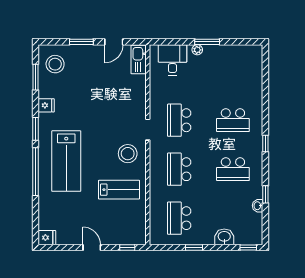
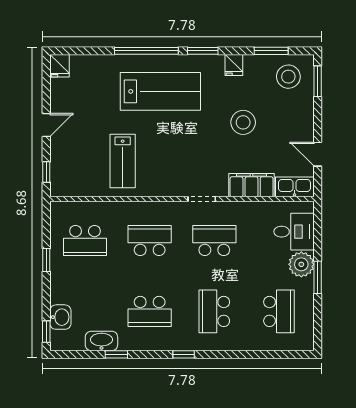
window: (81, 42) -> (318, 81), moved
plant: (197, 50) -> (301, 264), width x1.87, depth x1.87
school desk: (233, 71) -> (279, 311), added
filing cabinet: (137, 92) -> (252, 185), added
stool: (128, 154) -> (243, 122), moved
lab bench: (66, 161) -> (160, 91), turned 180
school desk: (233, 169) -> (150, 311), turned -90
washbasin: (258, 206) -> (101, 341), width x1.91, depth x1.45
school desk: (179, 218) -> (85, 240), turned 180
washbasin: (224, 237) -> (60, 317), moved

